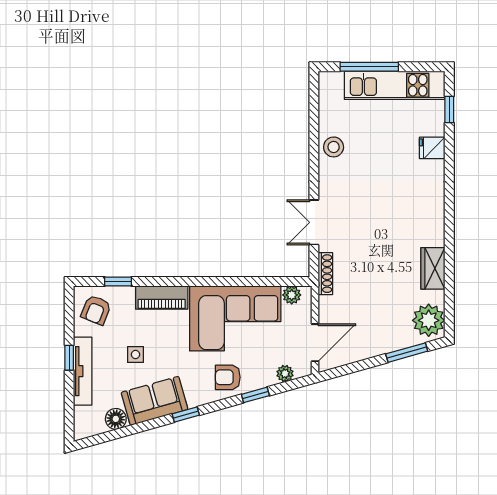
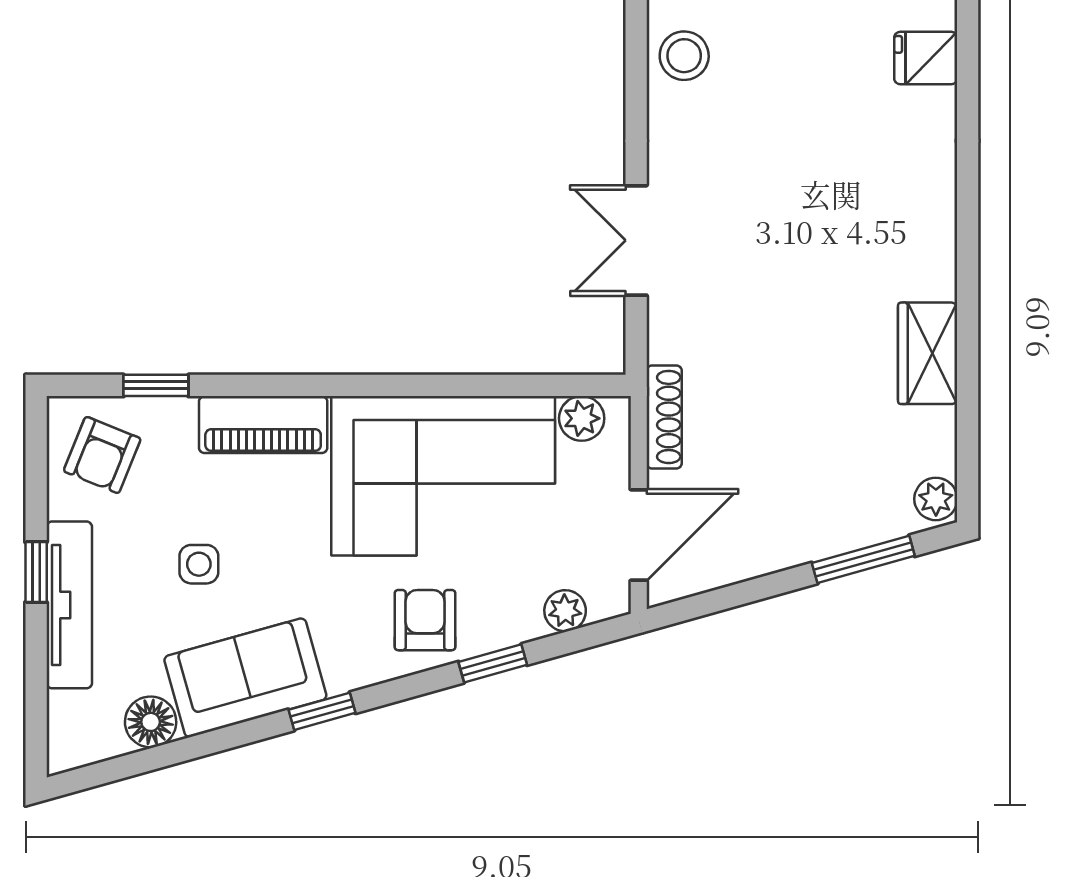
shoe rack: (325, 274) -> (664, 417), moved
plant: (429, 320) -> (936, 499), width x0.53, depth x0.53
armchair: (228, 377) -> (425, 620), turned 90

